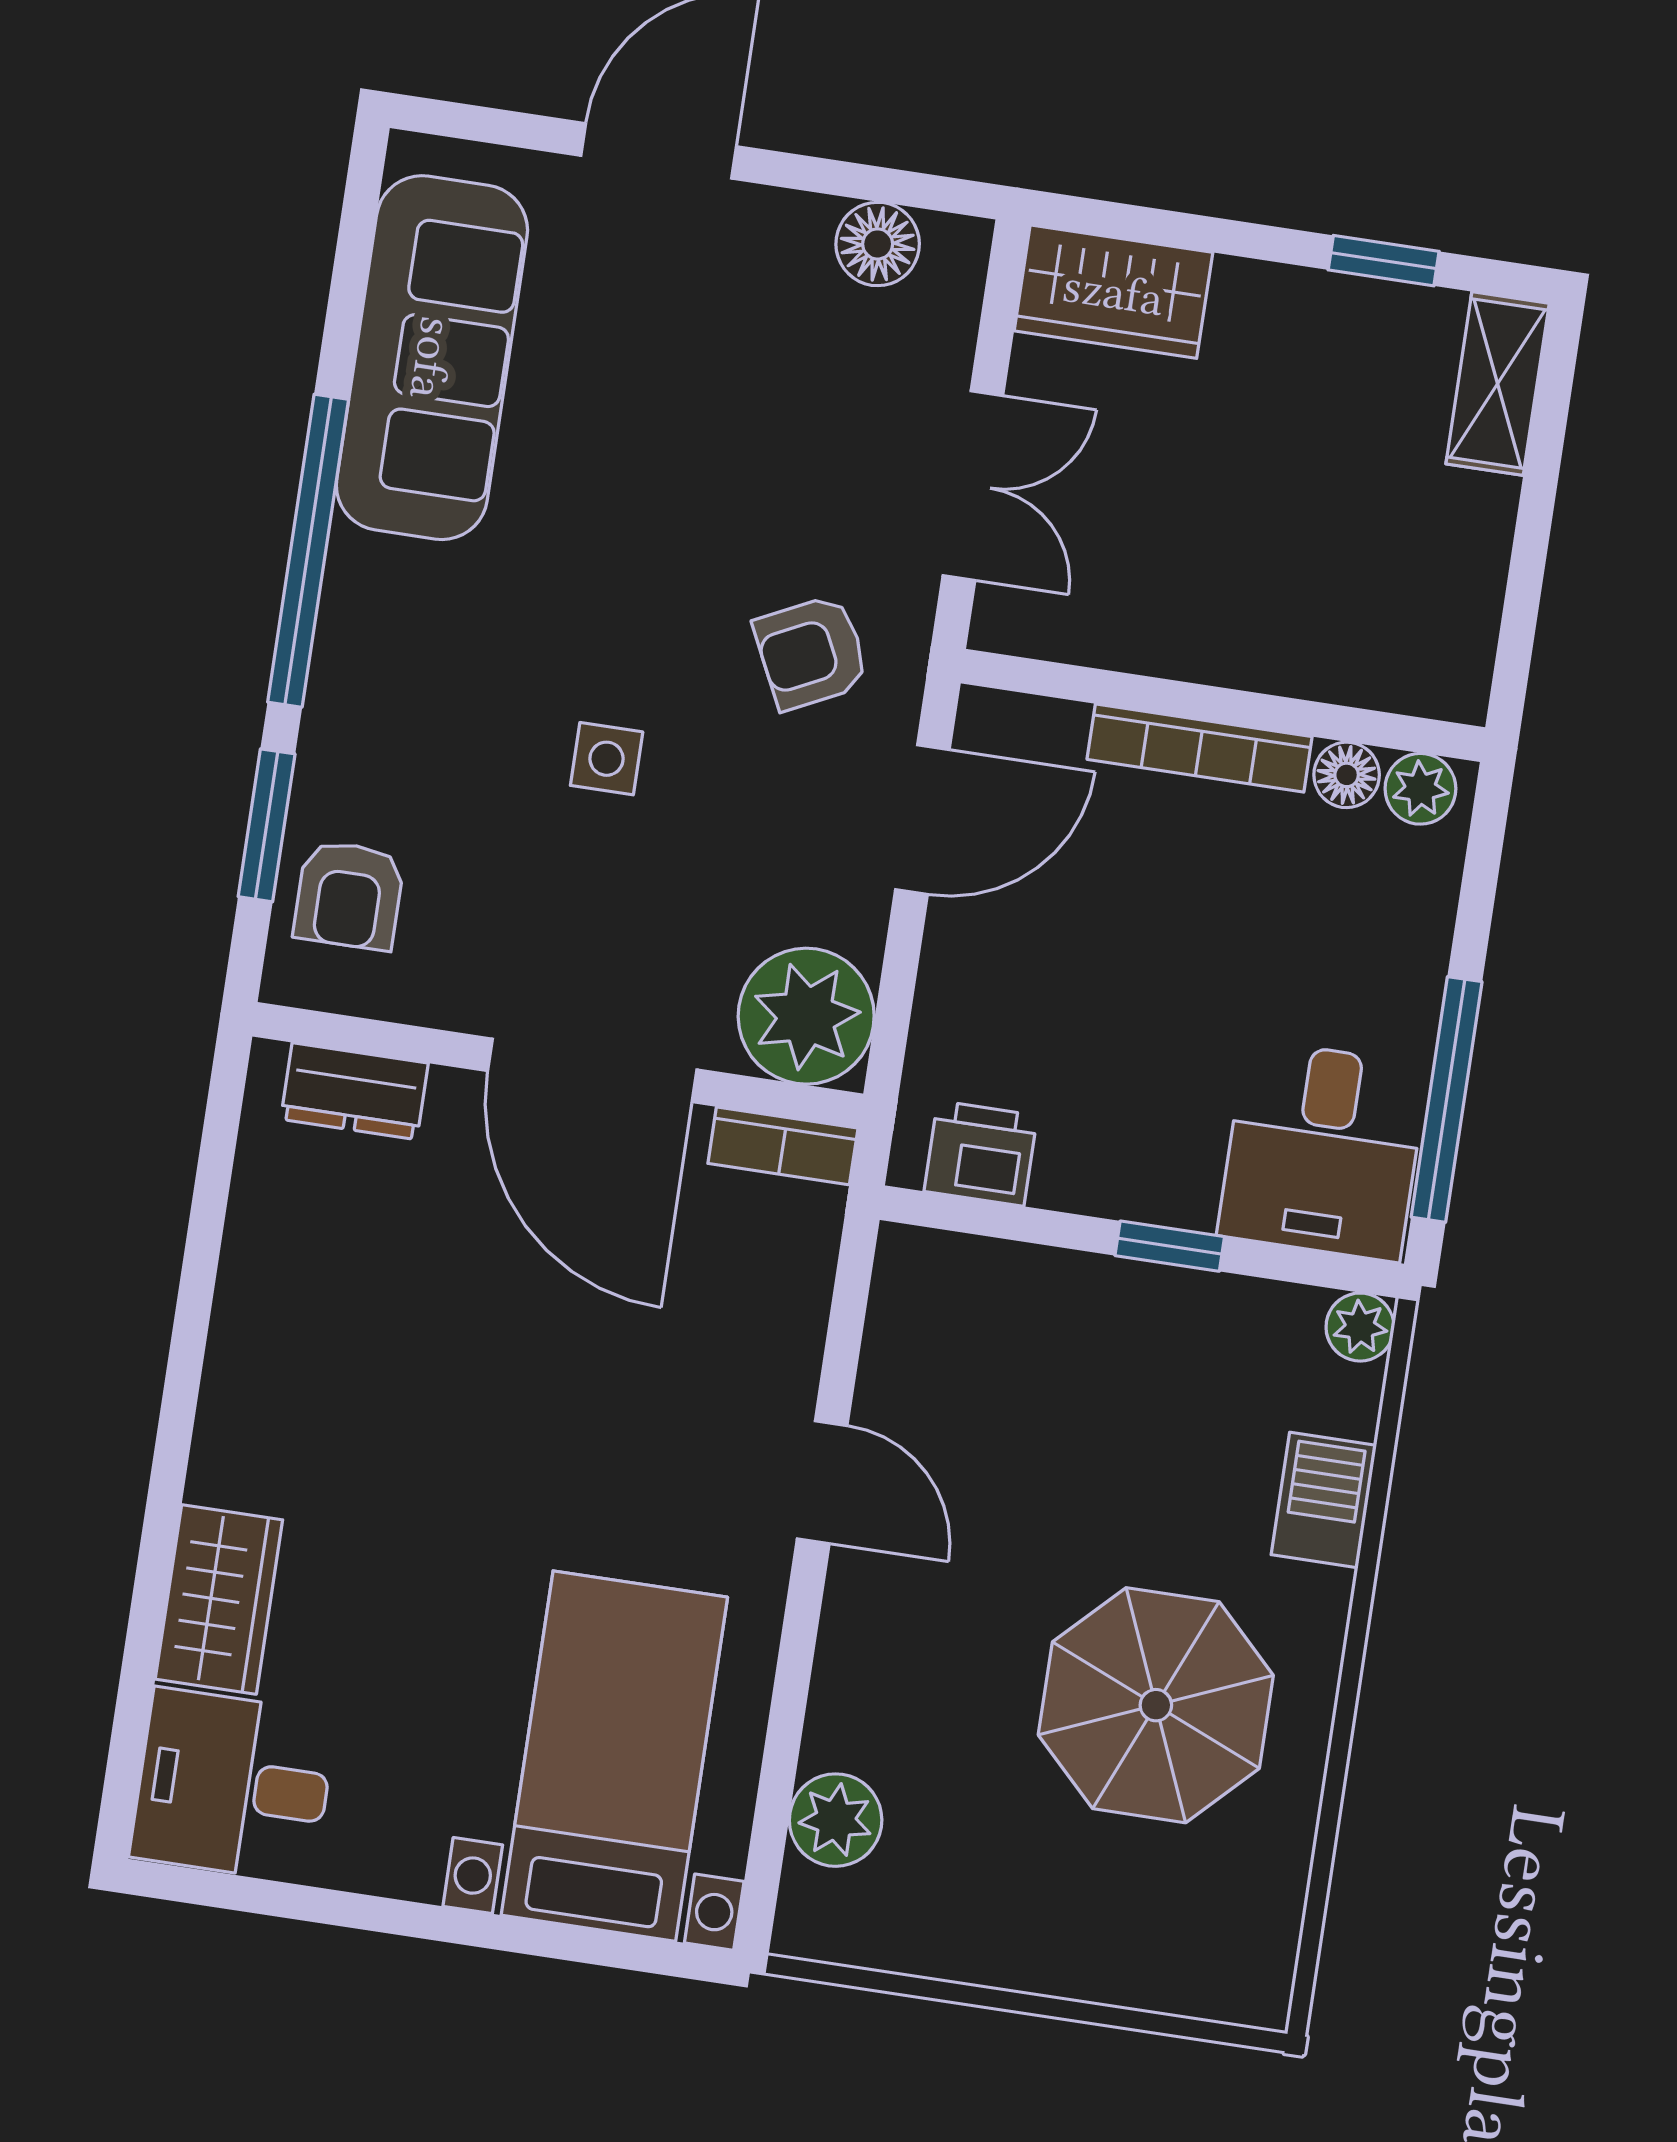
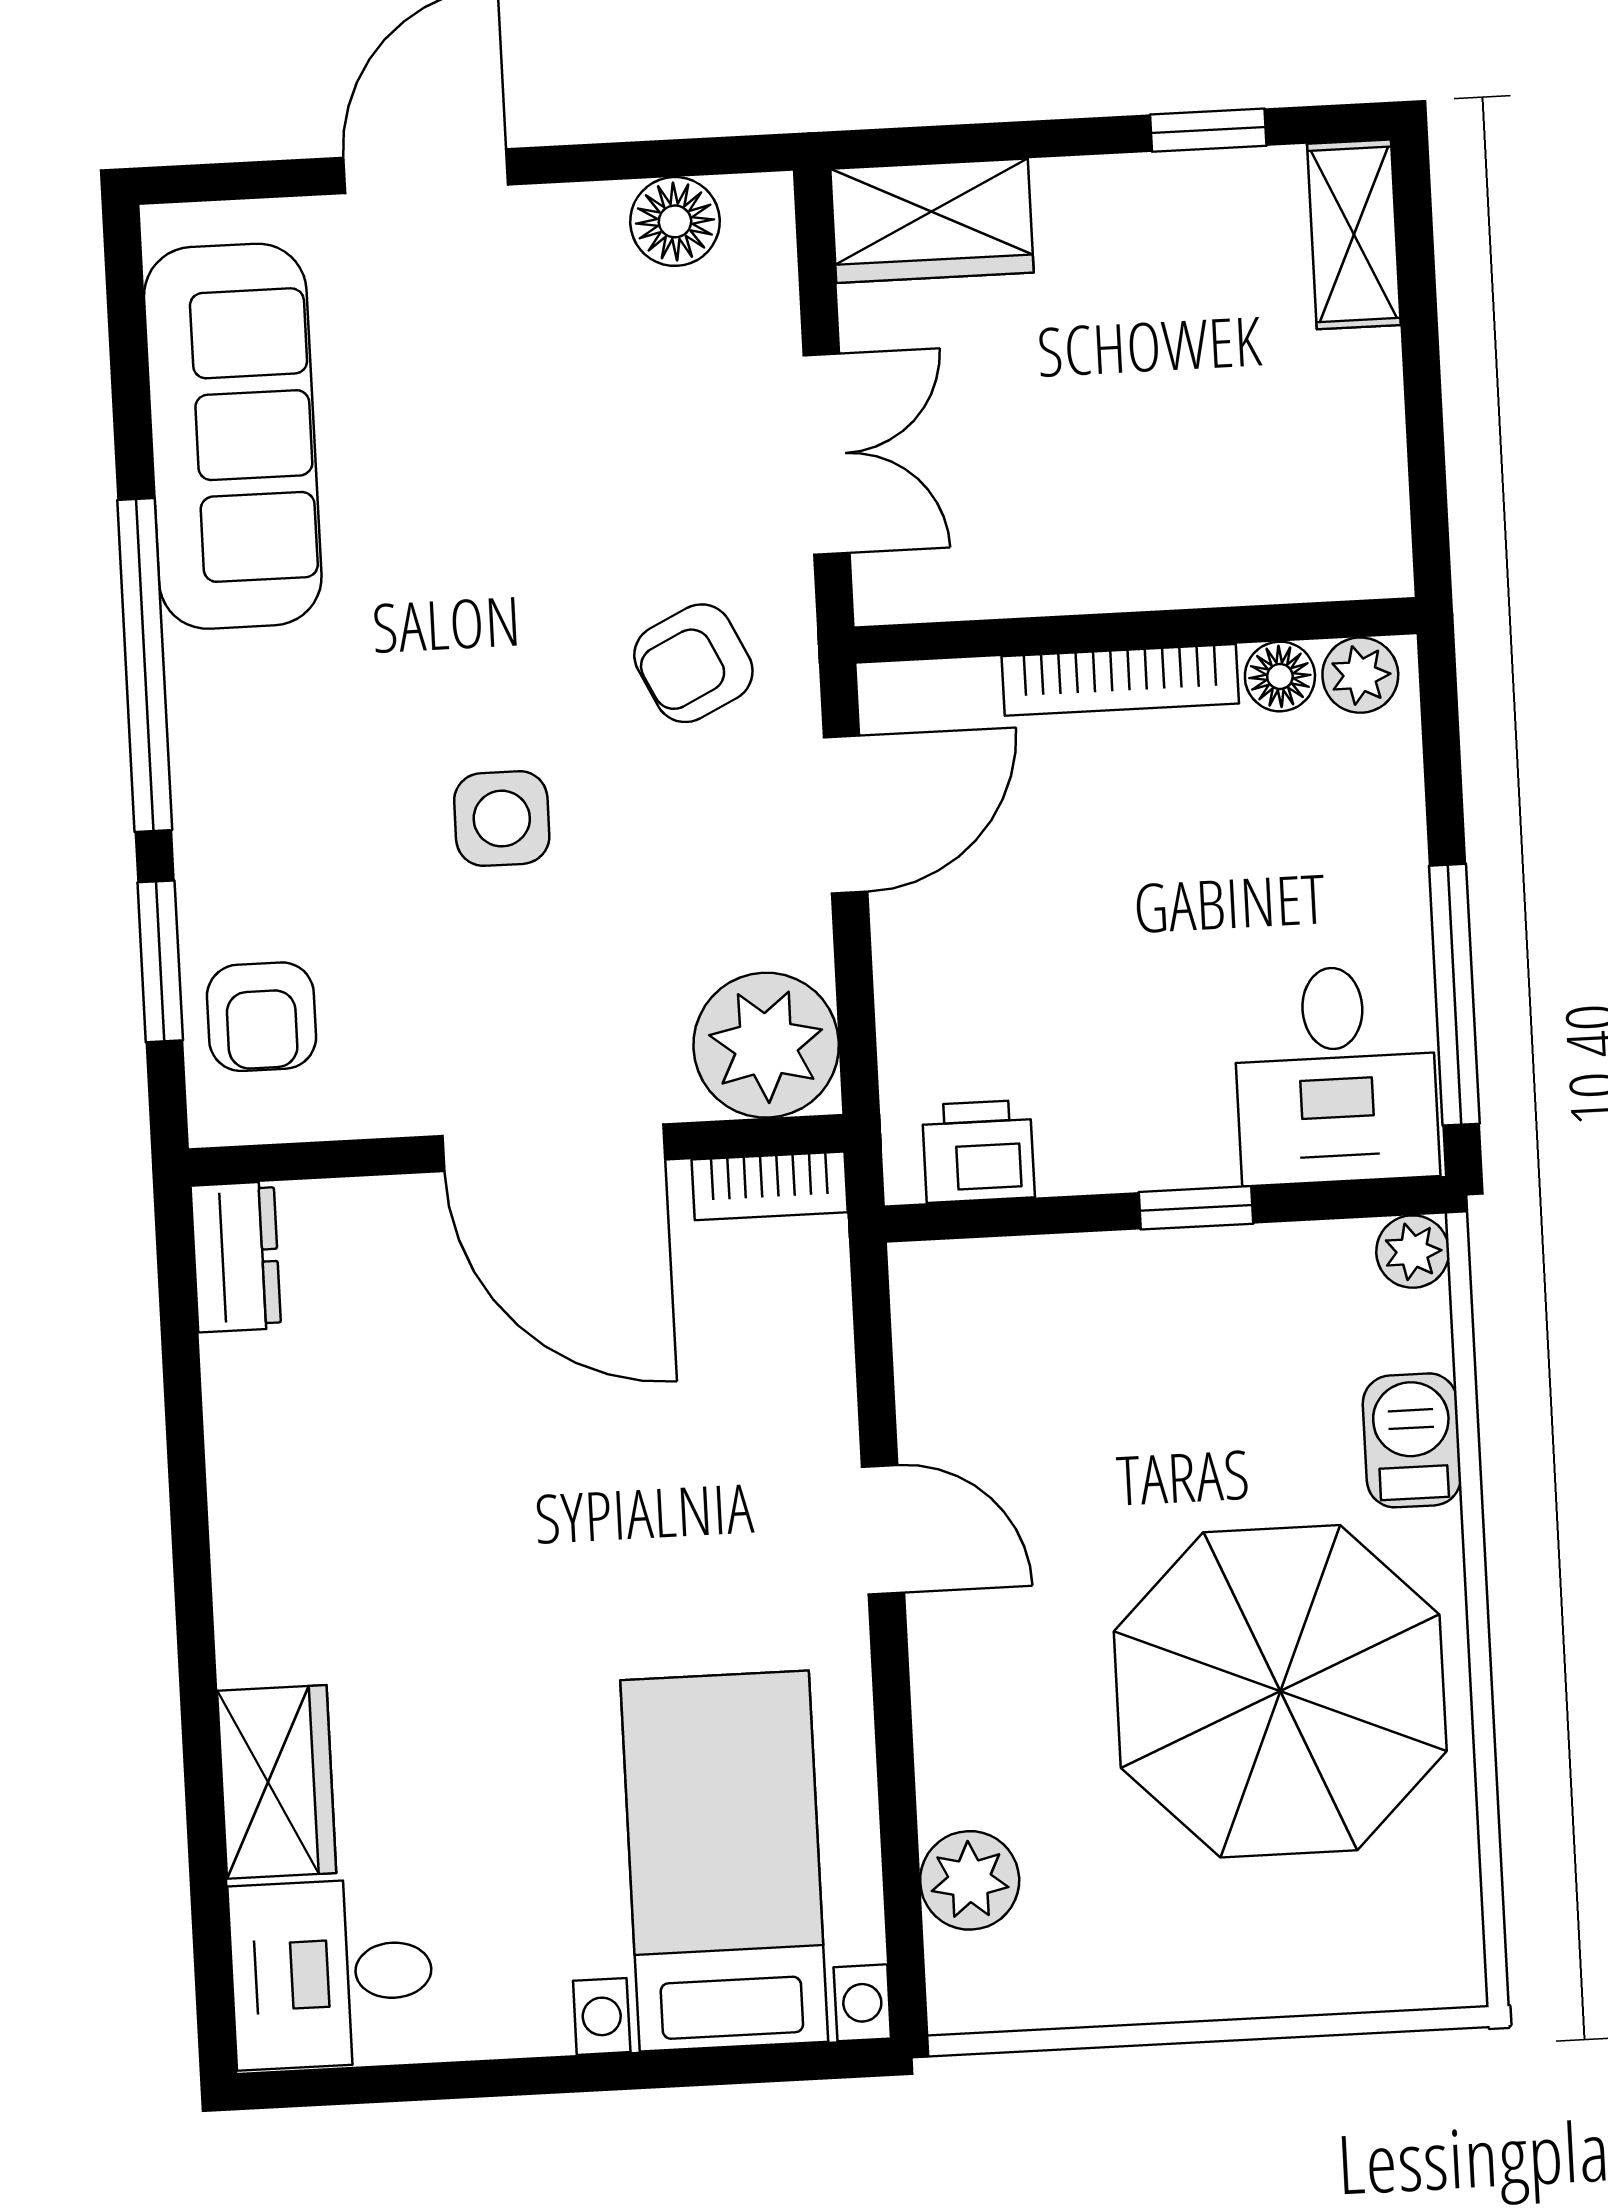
side table: (607, 759) -> (502, 819), width x1.37, depth x1.37
dresser: (354, 1091) -> (236, 1257), moved, turned -90
parasol: (1156, 1705) -> (1280, 1691), width x1.36, depth x1.36

